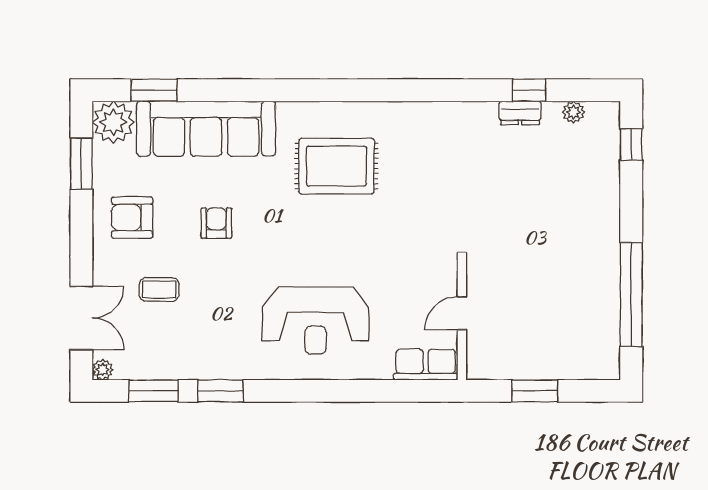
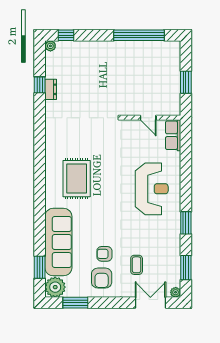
plant: (573, 112) -> (50, 46), moved
armchair: (216, 223) -> (104, 254), moved
window: (220, 391) -> (186, 223), moved

